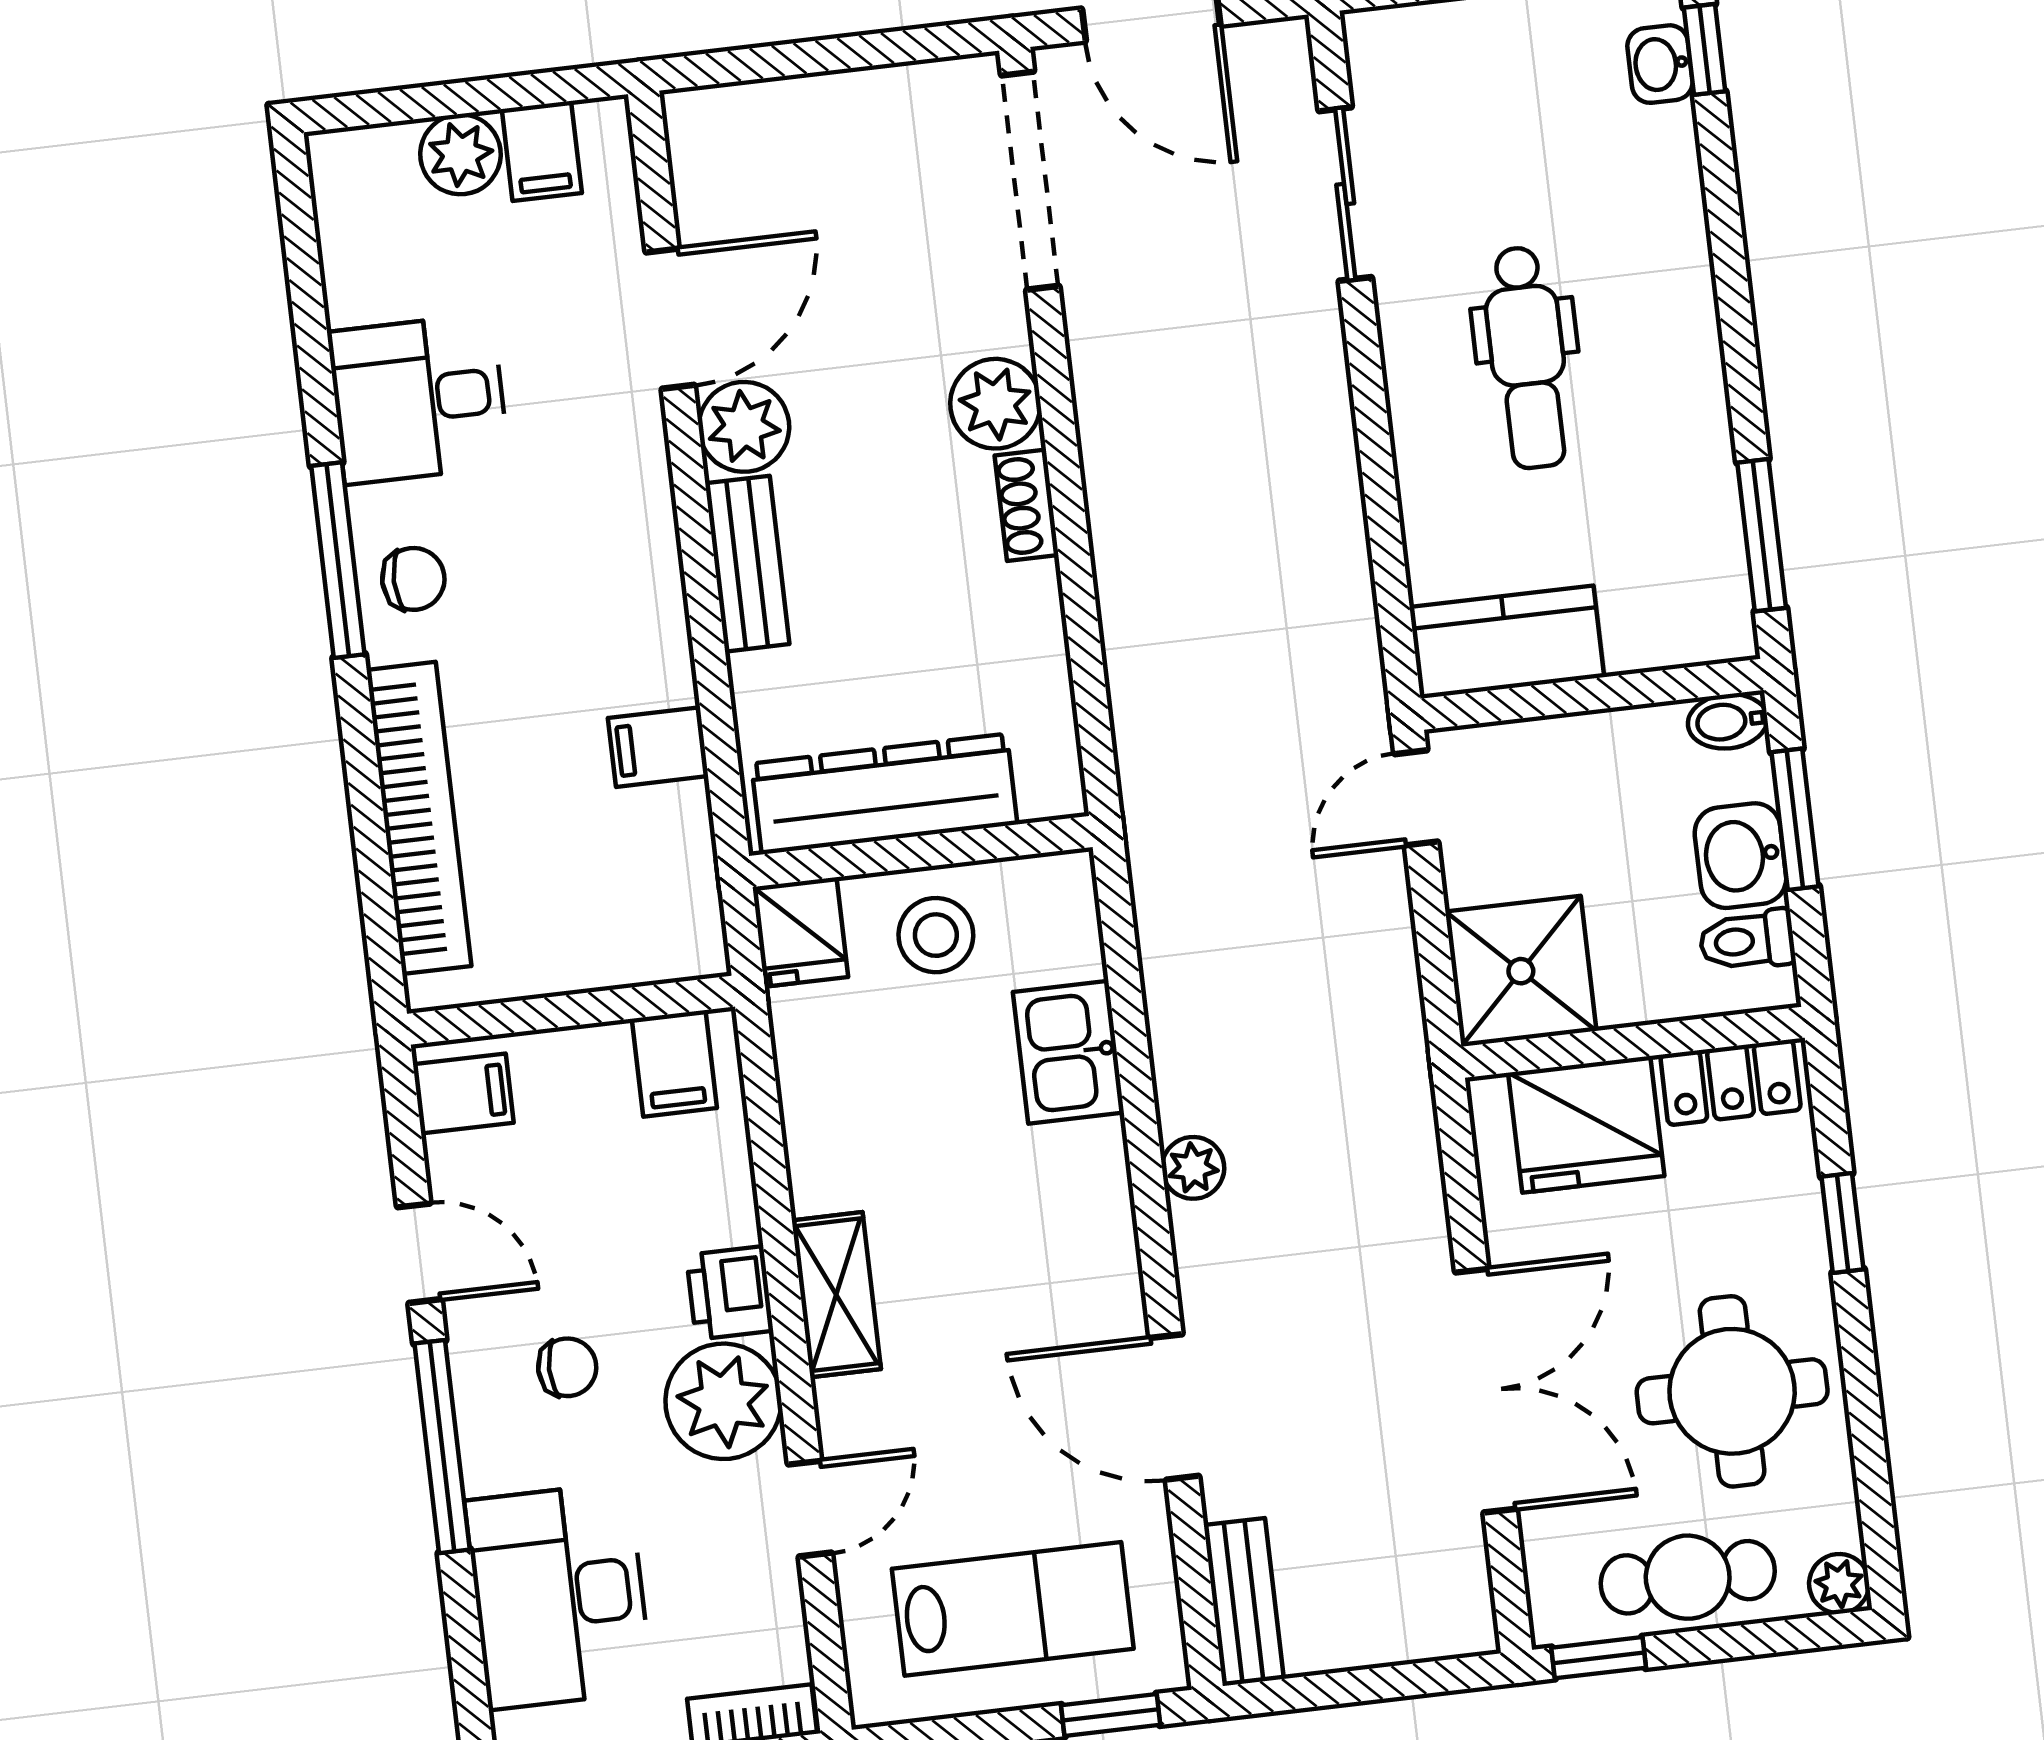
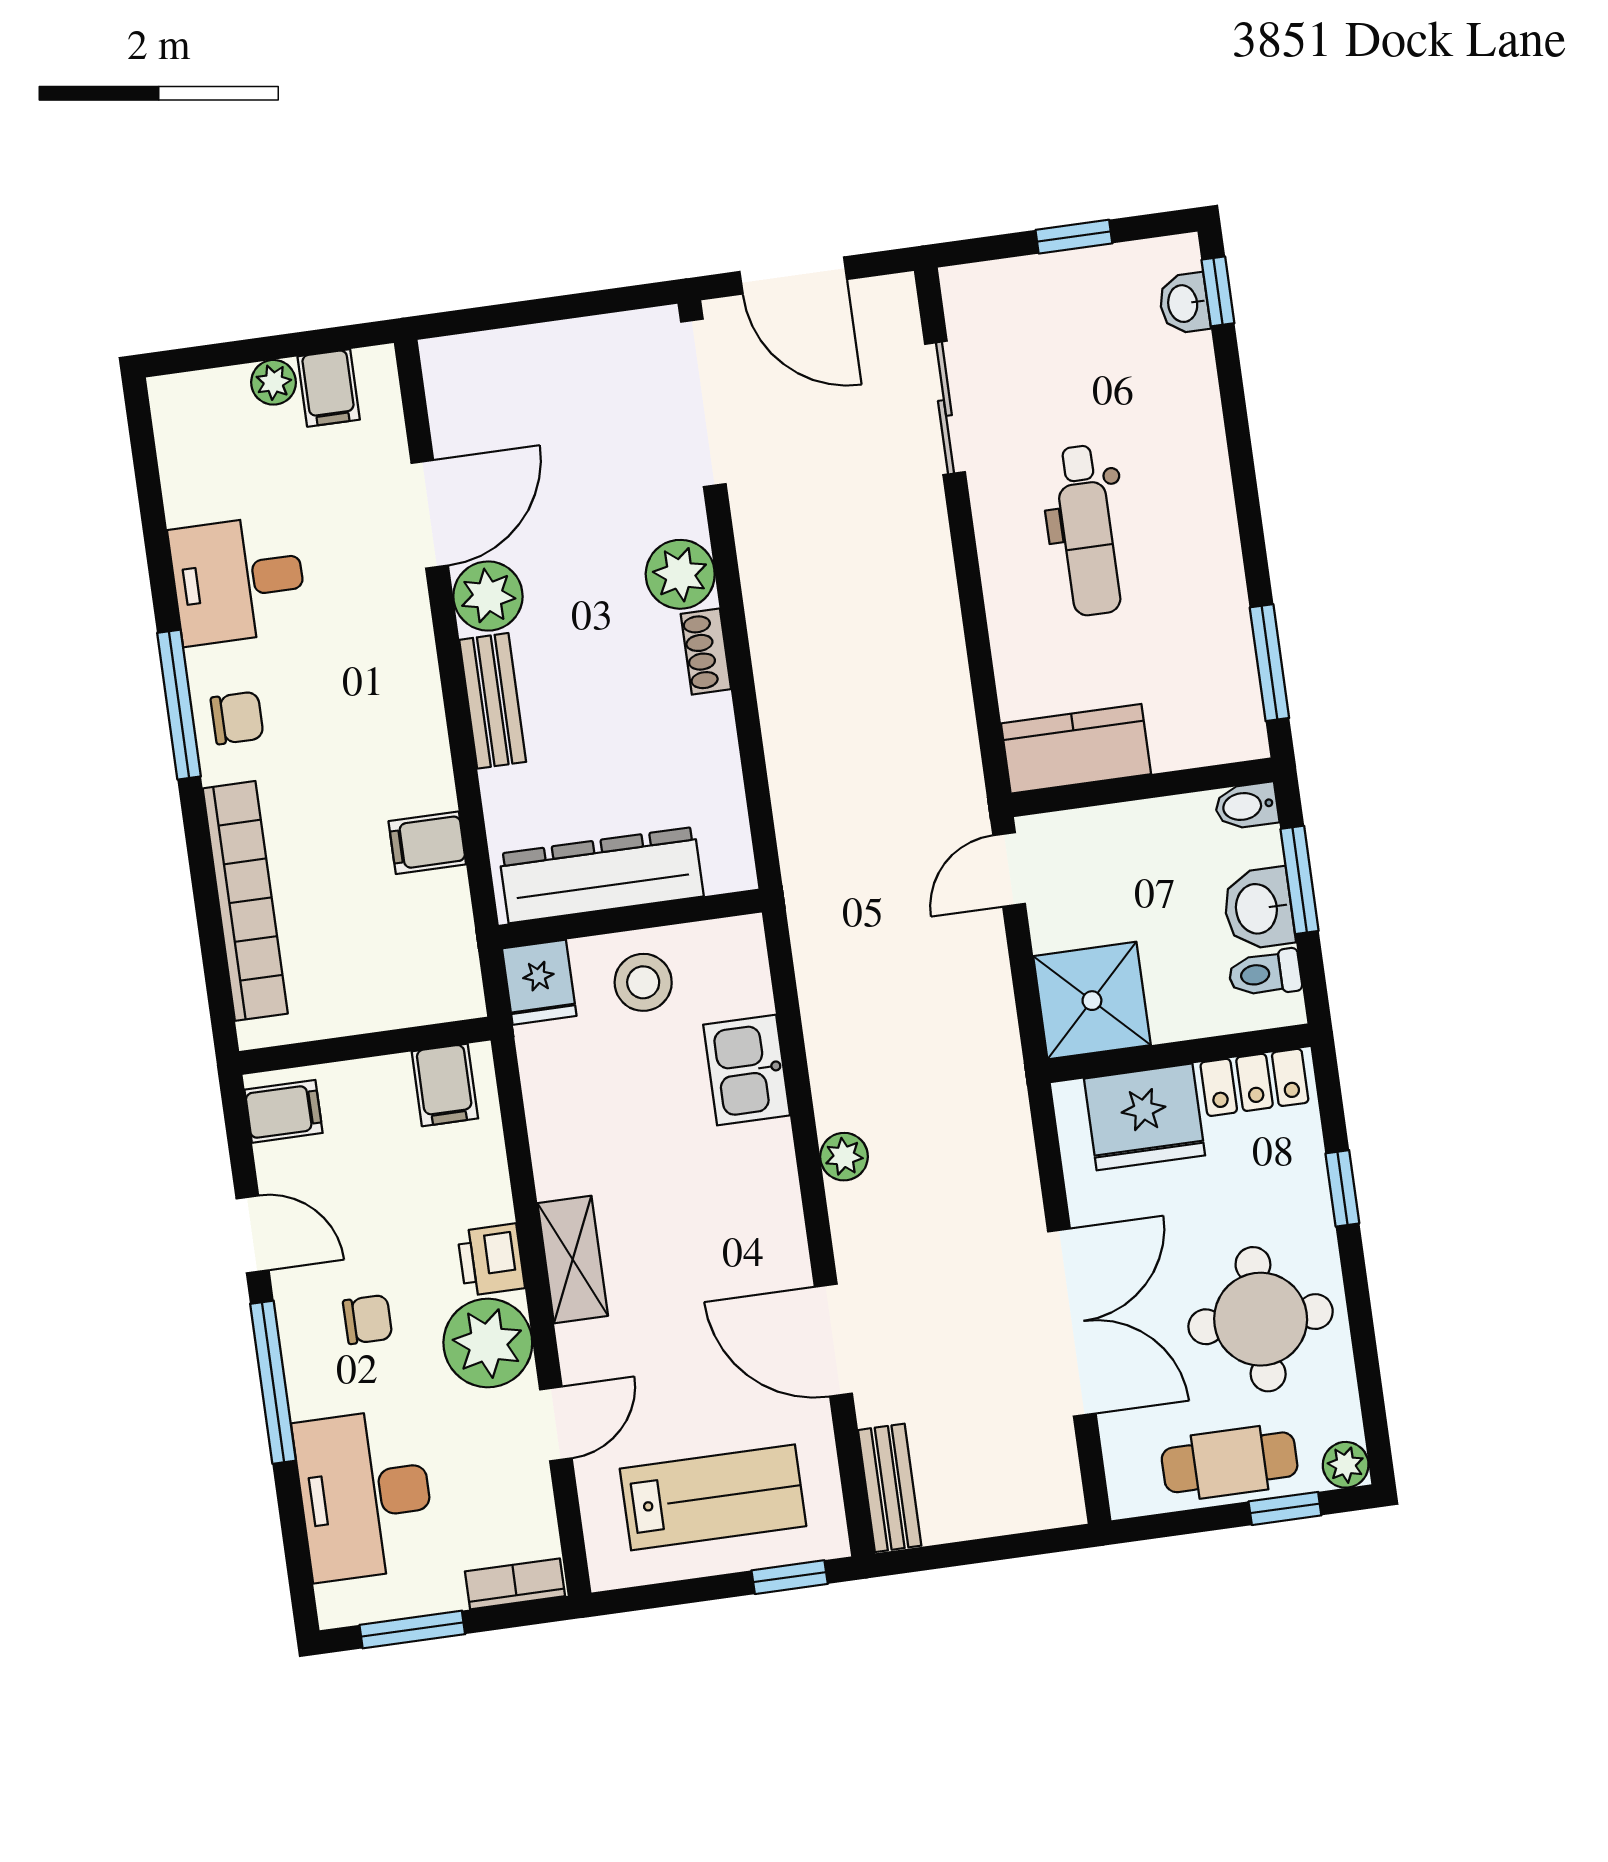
plant: (460, 154) -> (274, 382), width x0.73, depth x0.73
window: (1599, 1658) -> (1285, 1508), moved

